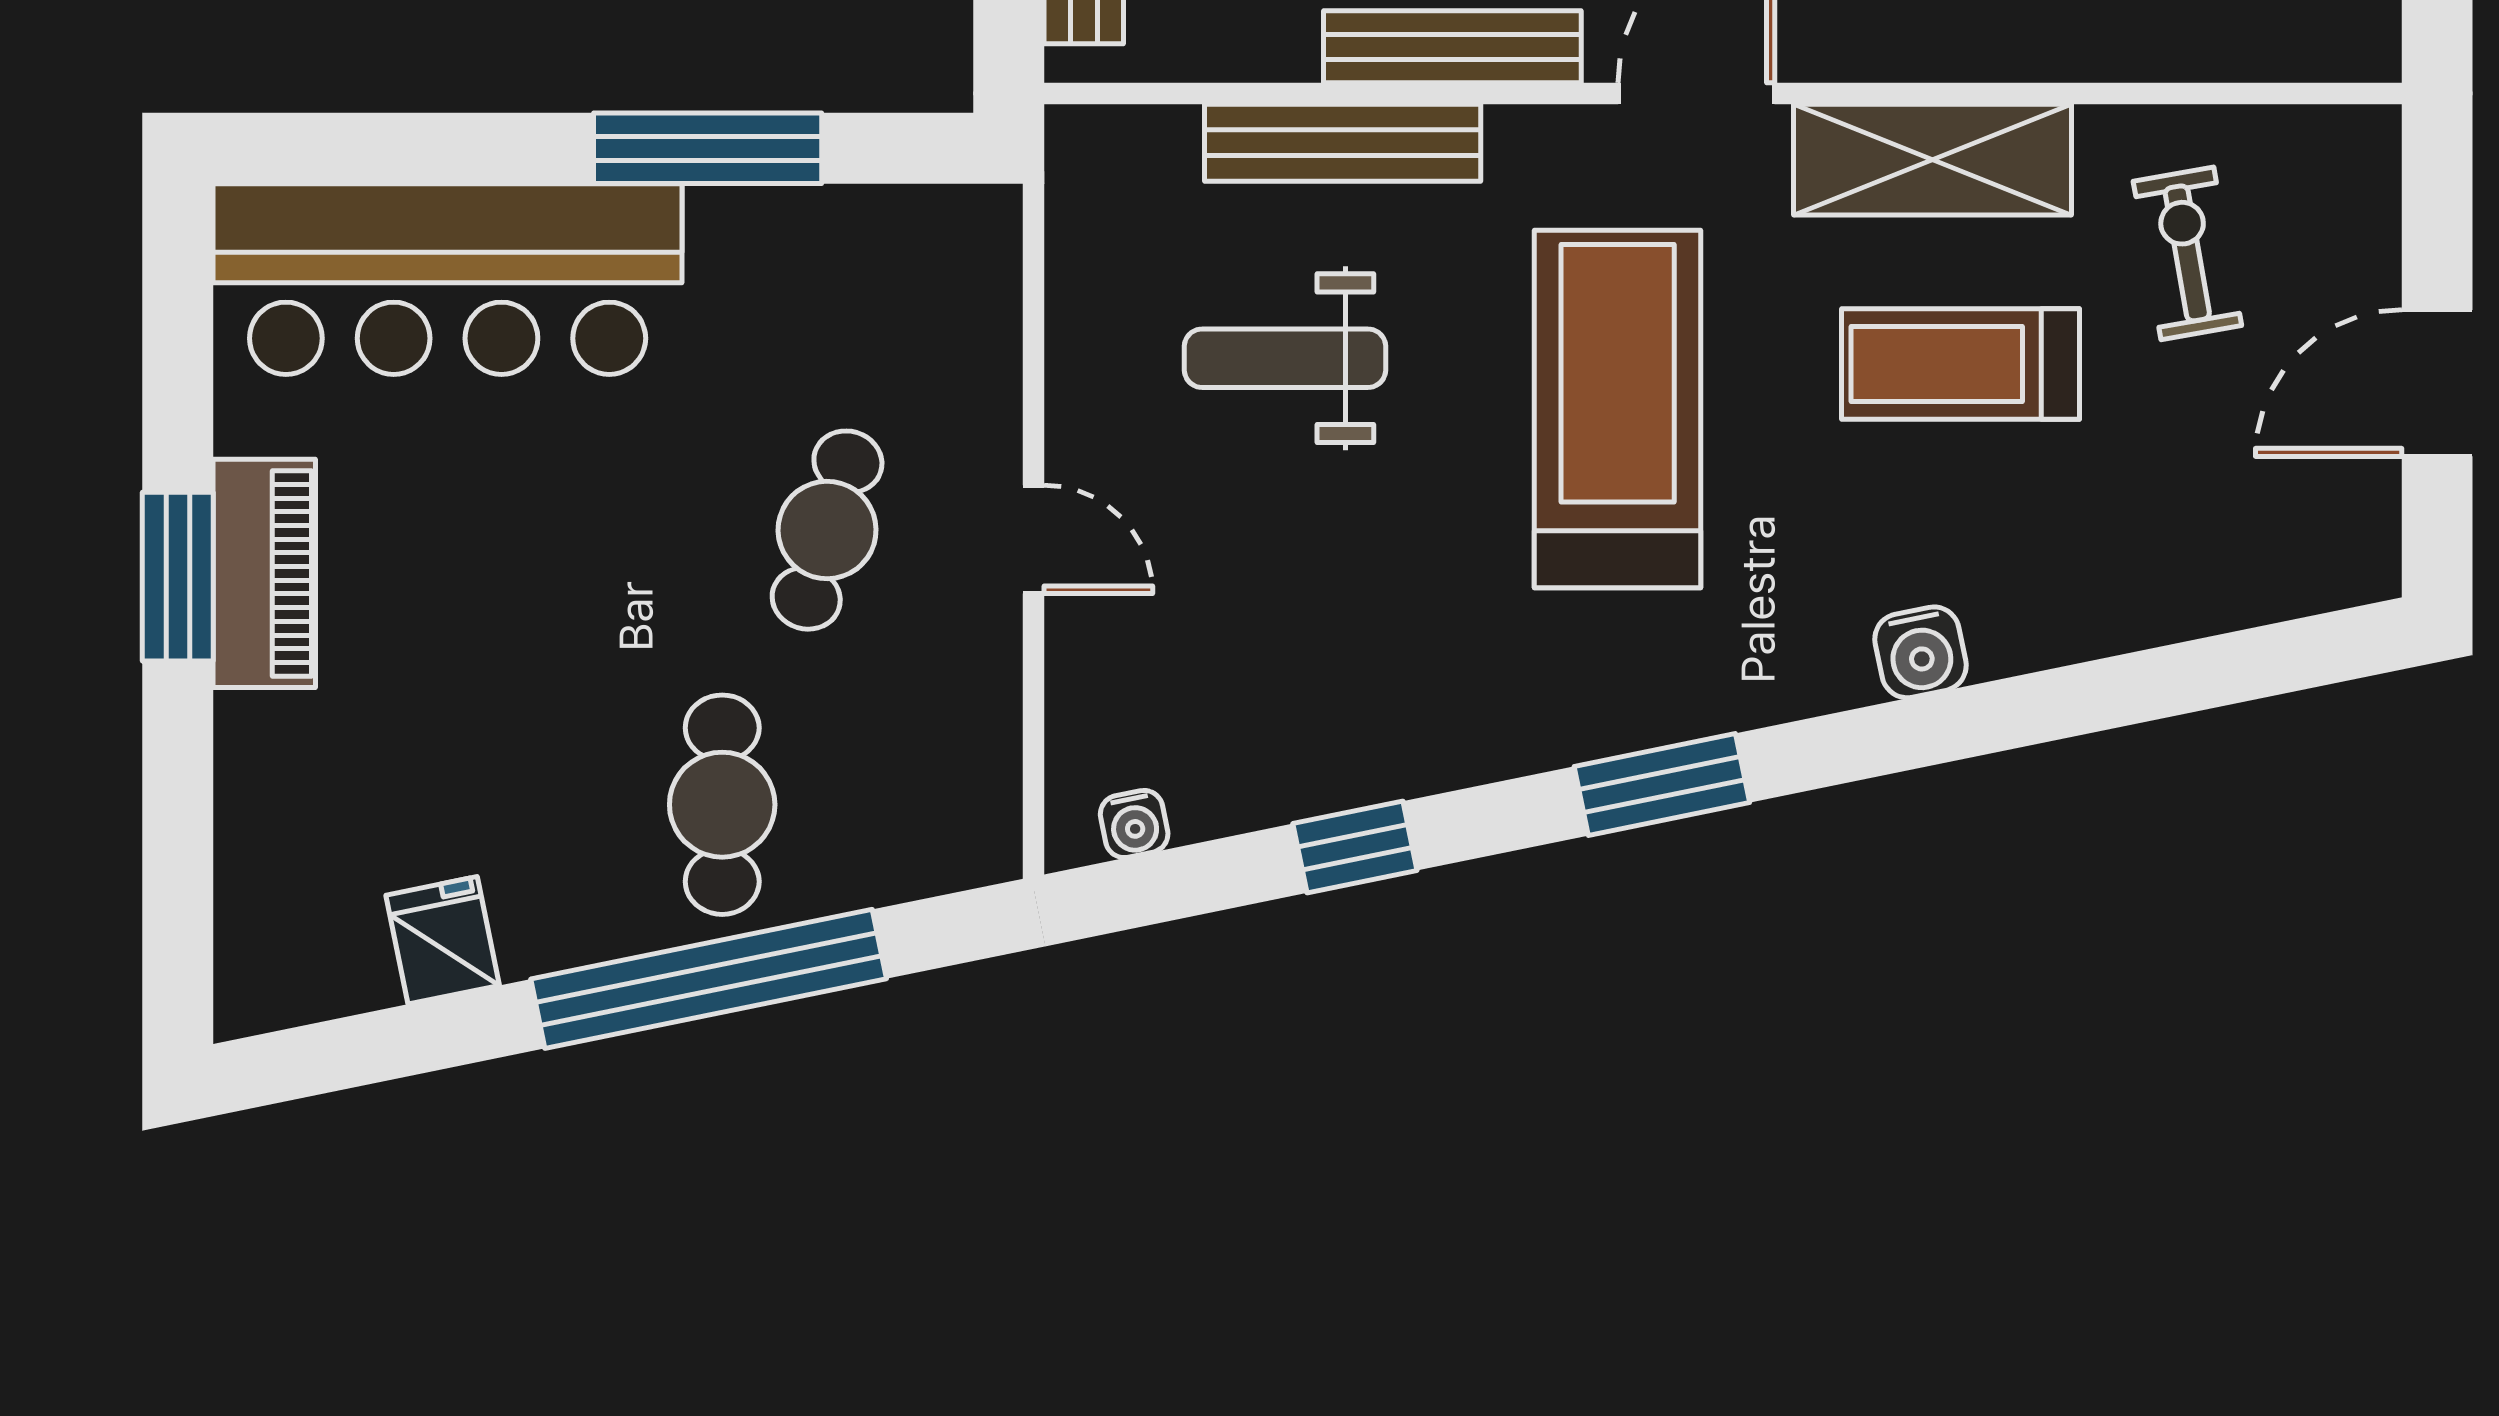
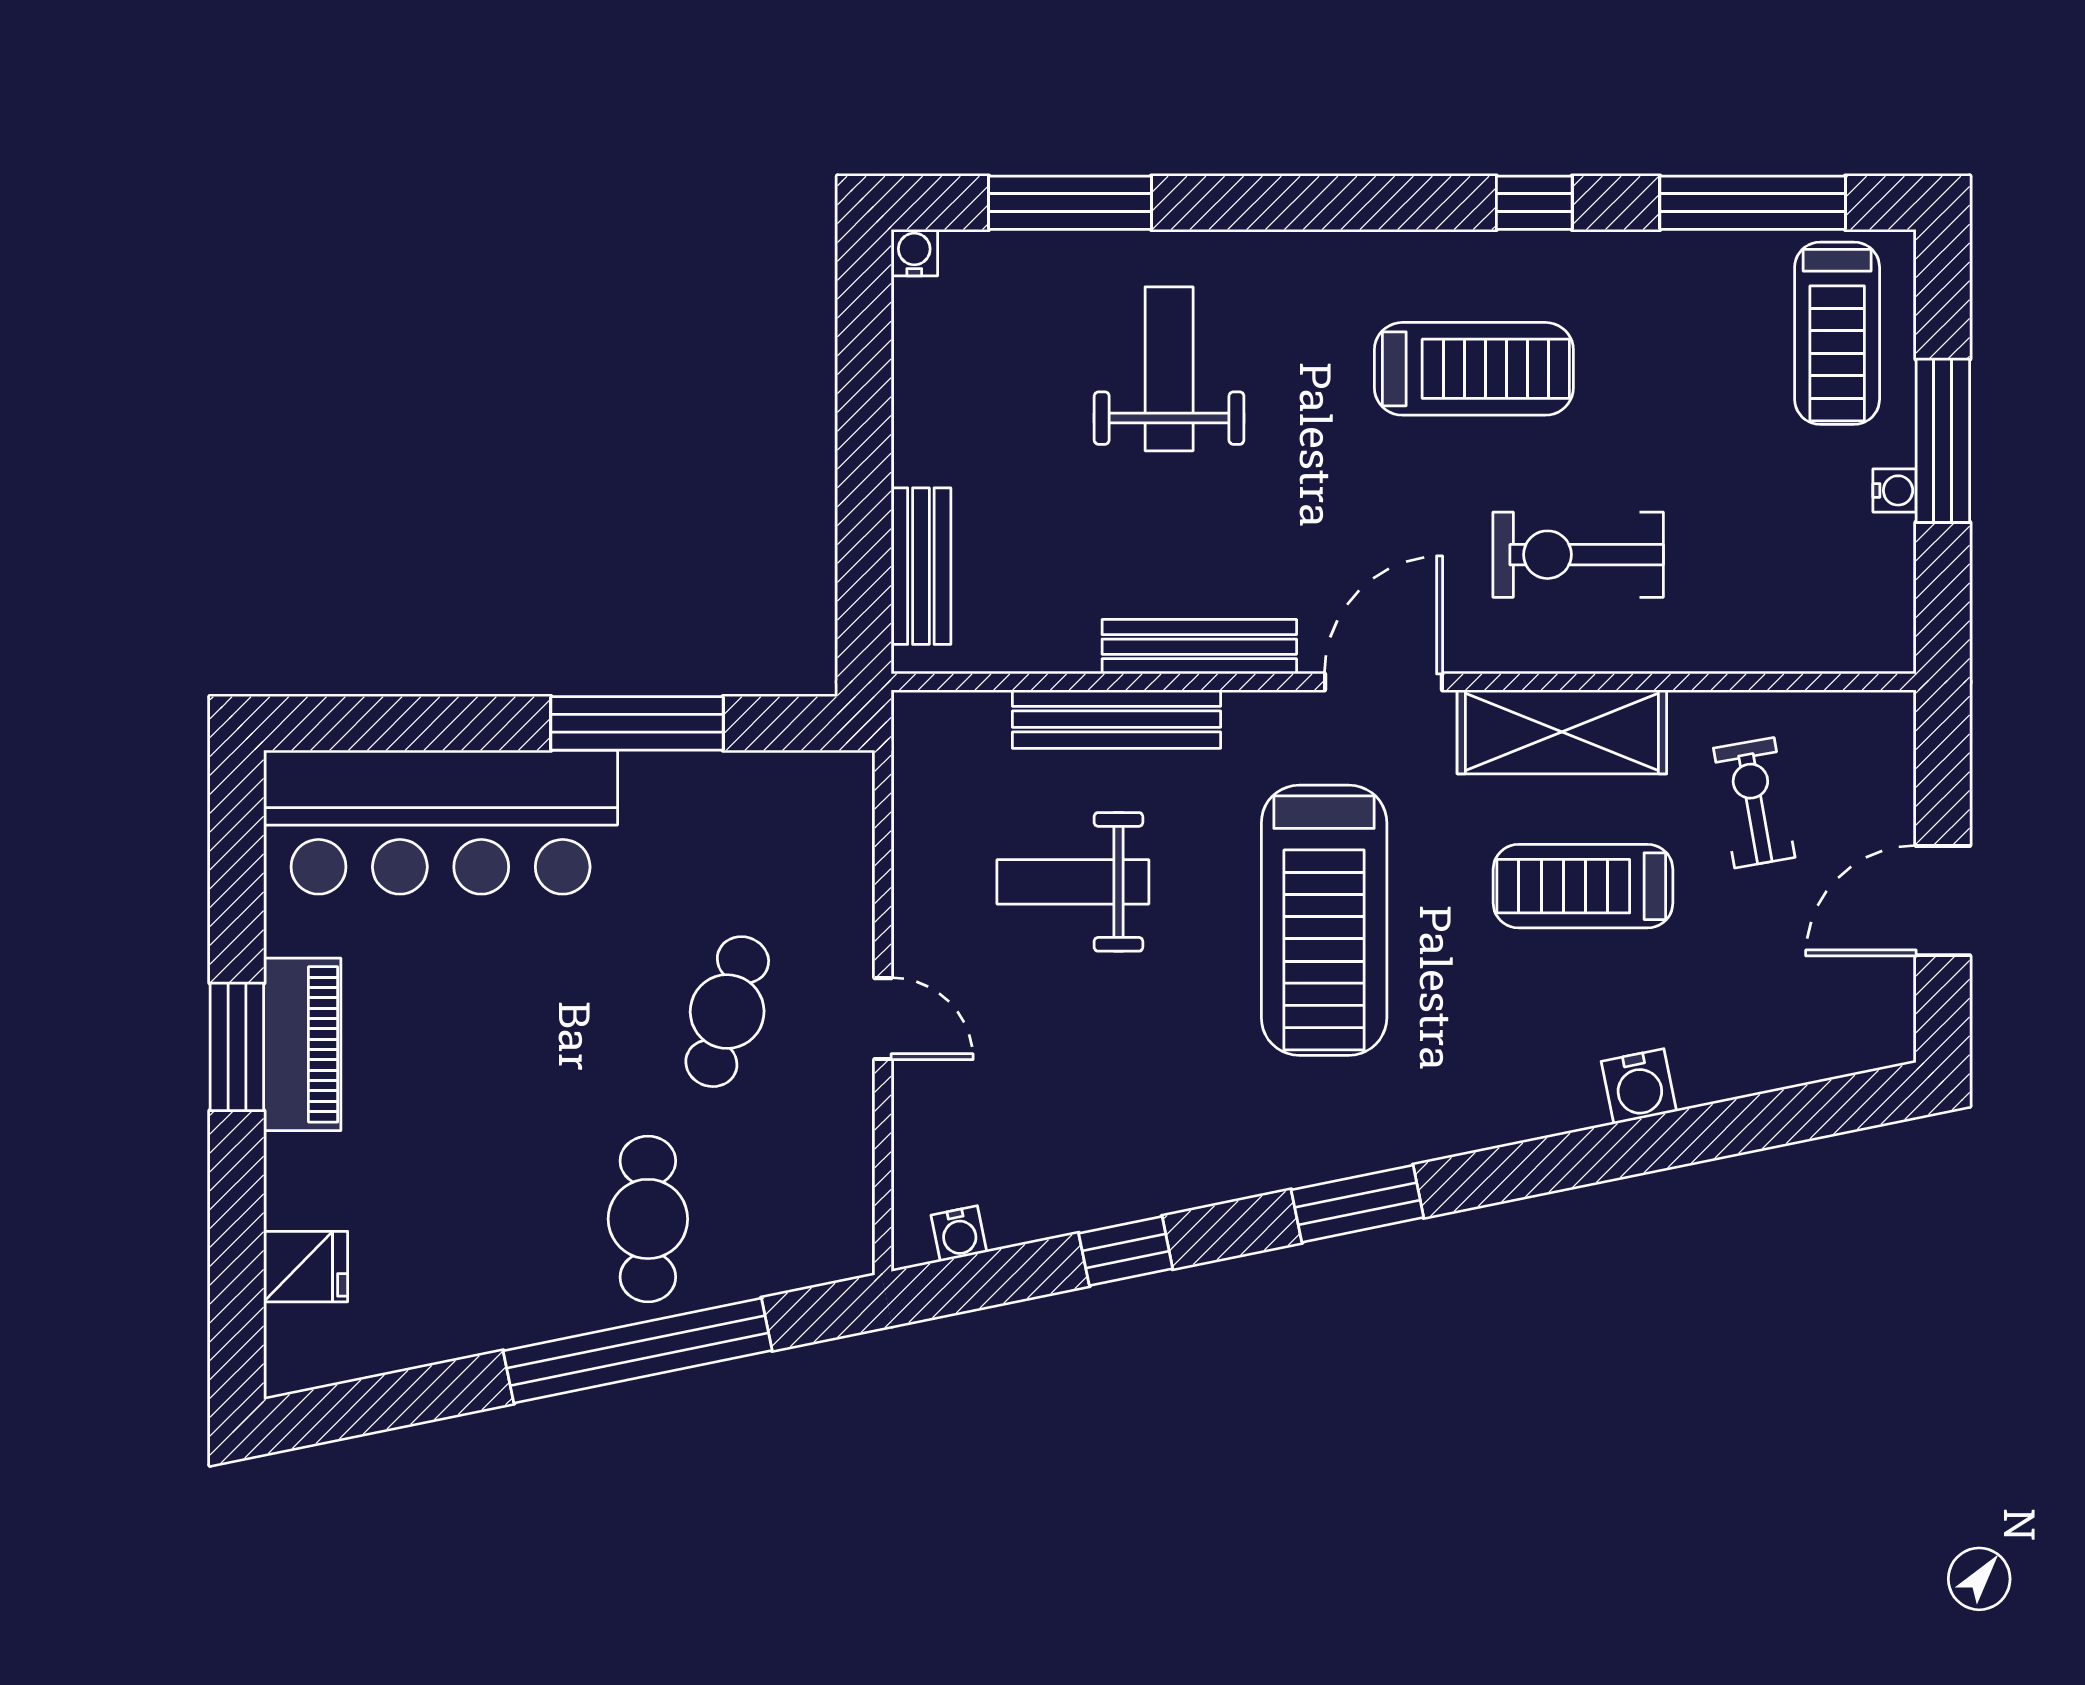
treadmill: (1618, 409) -> (1324, 920), turned 180
water cooler: (1921, 652) -> (1639, 1086), moved
fridge: (443, 940) -> (306, 1267), moved, turned 102

